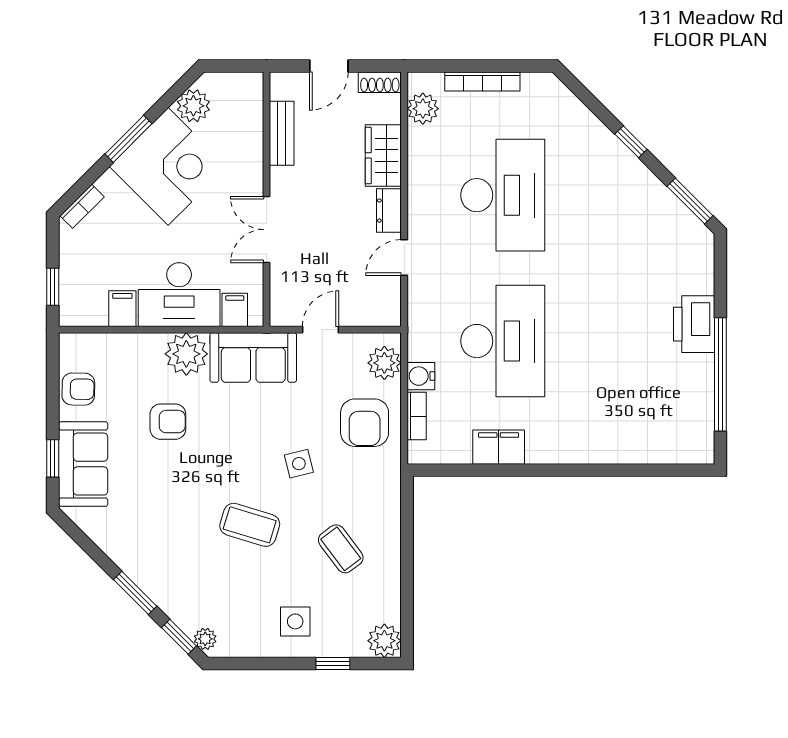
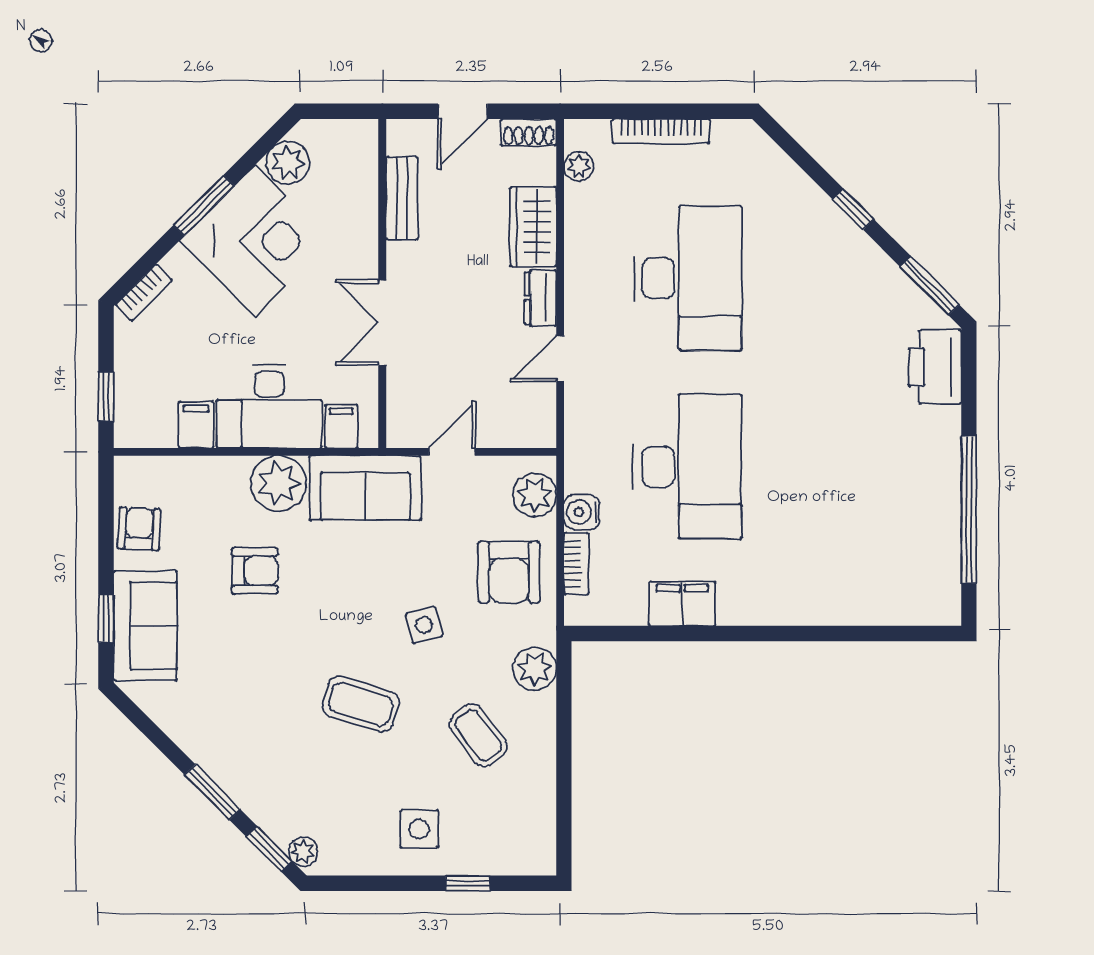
plant: (423, 109) -> (579, 166), width x0.73, depth x0.73
printer: (694, 324) -> (935, 367), moved
armchair: (78, 389) -> (139, 529), turned -88
plant: (384, 641) -> (535, 669), moved

